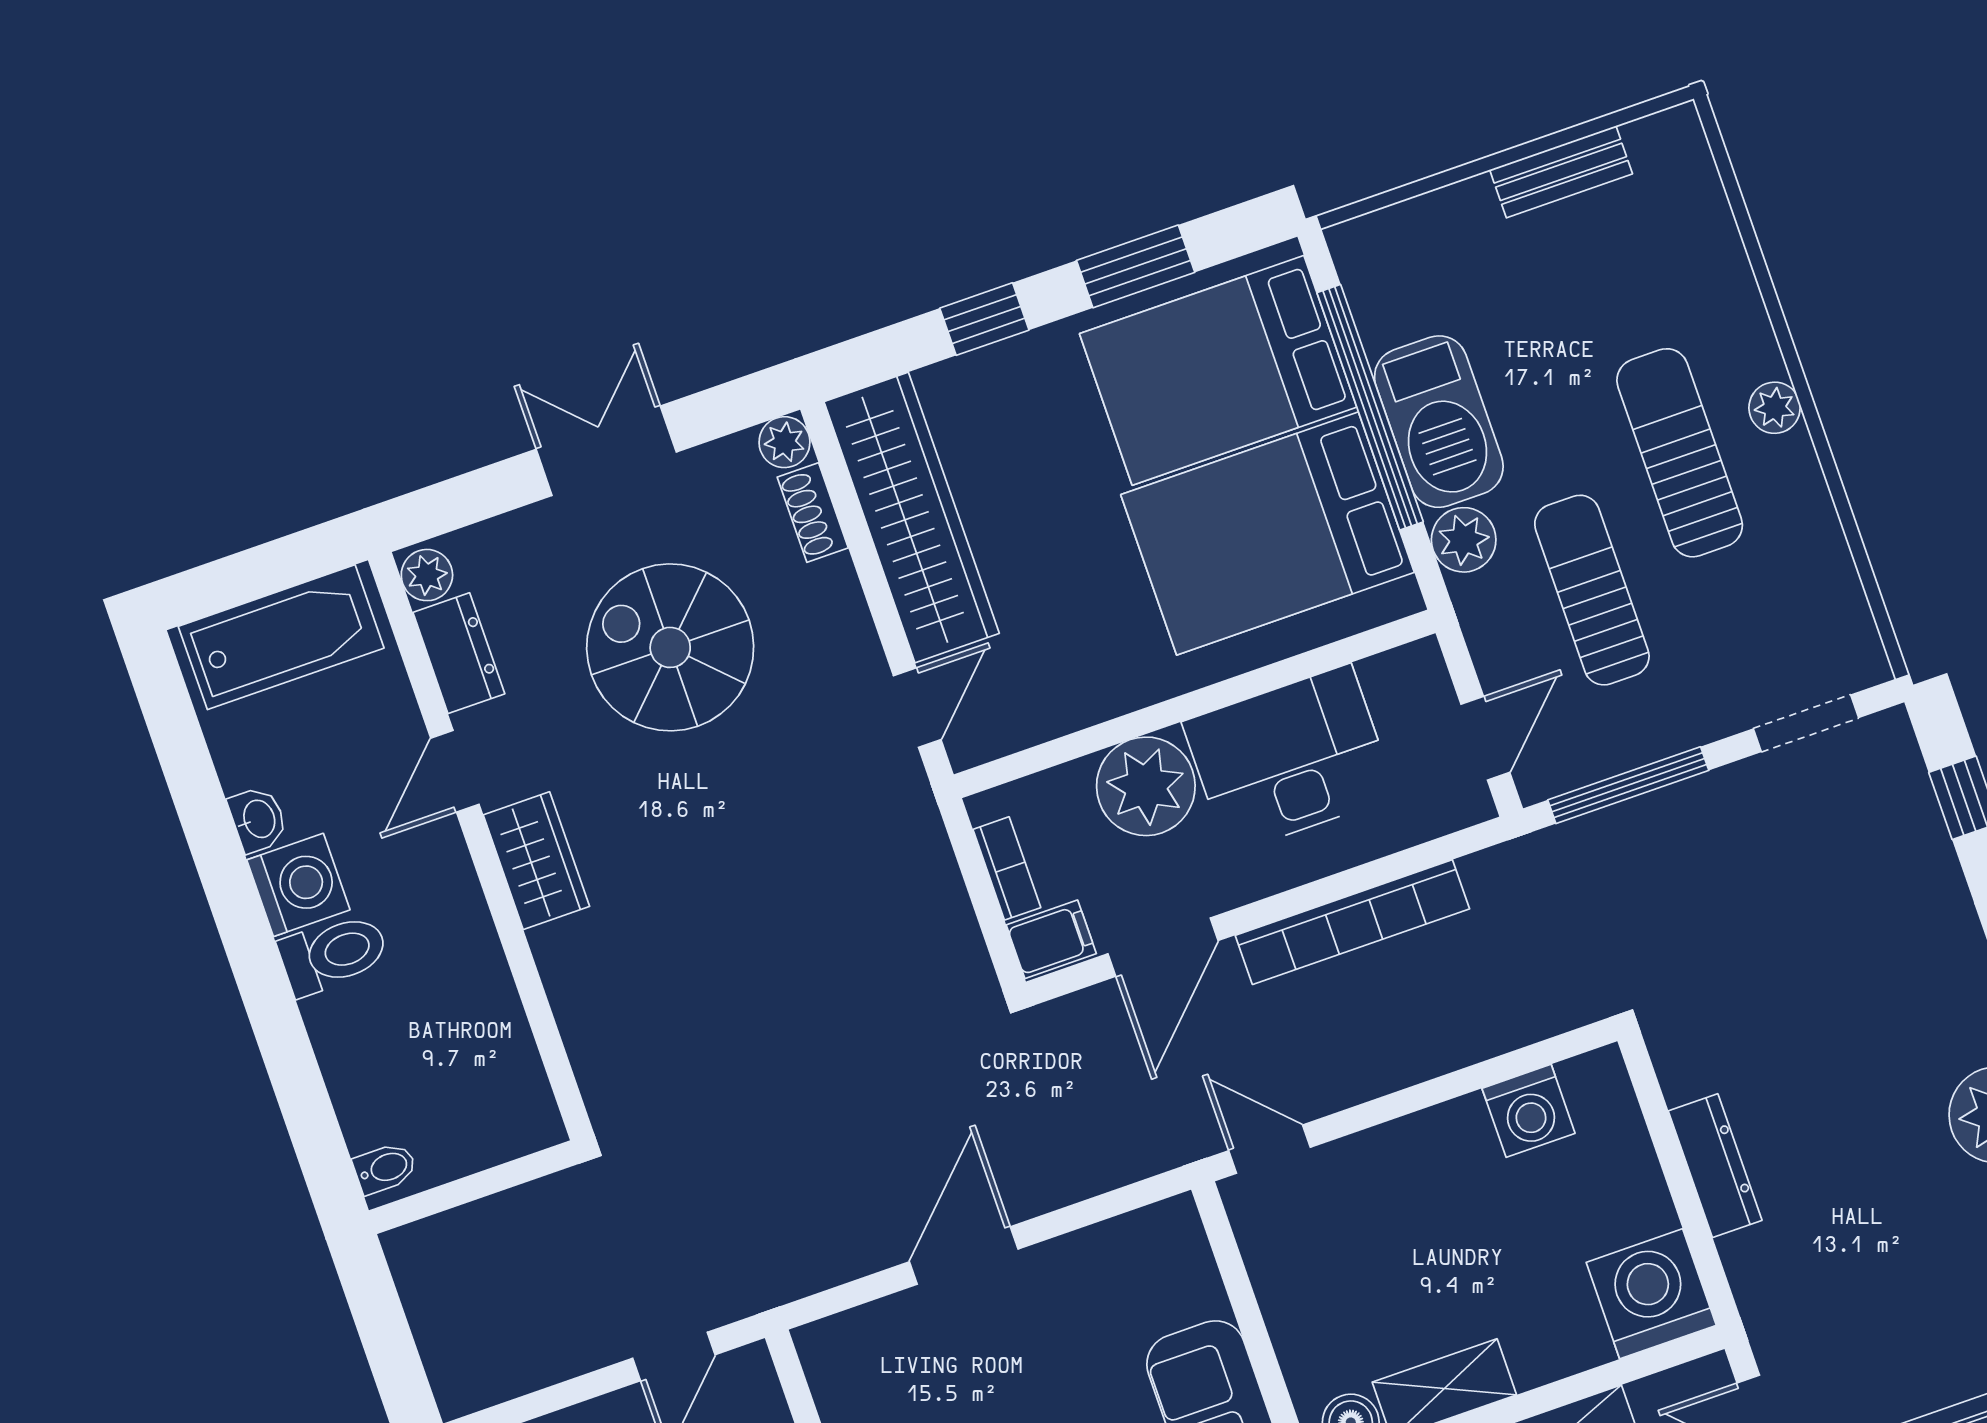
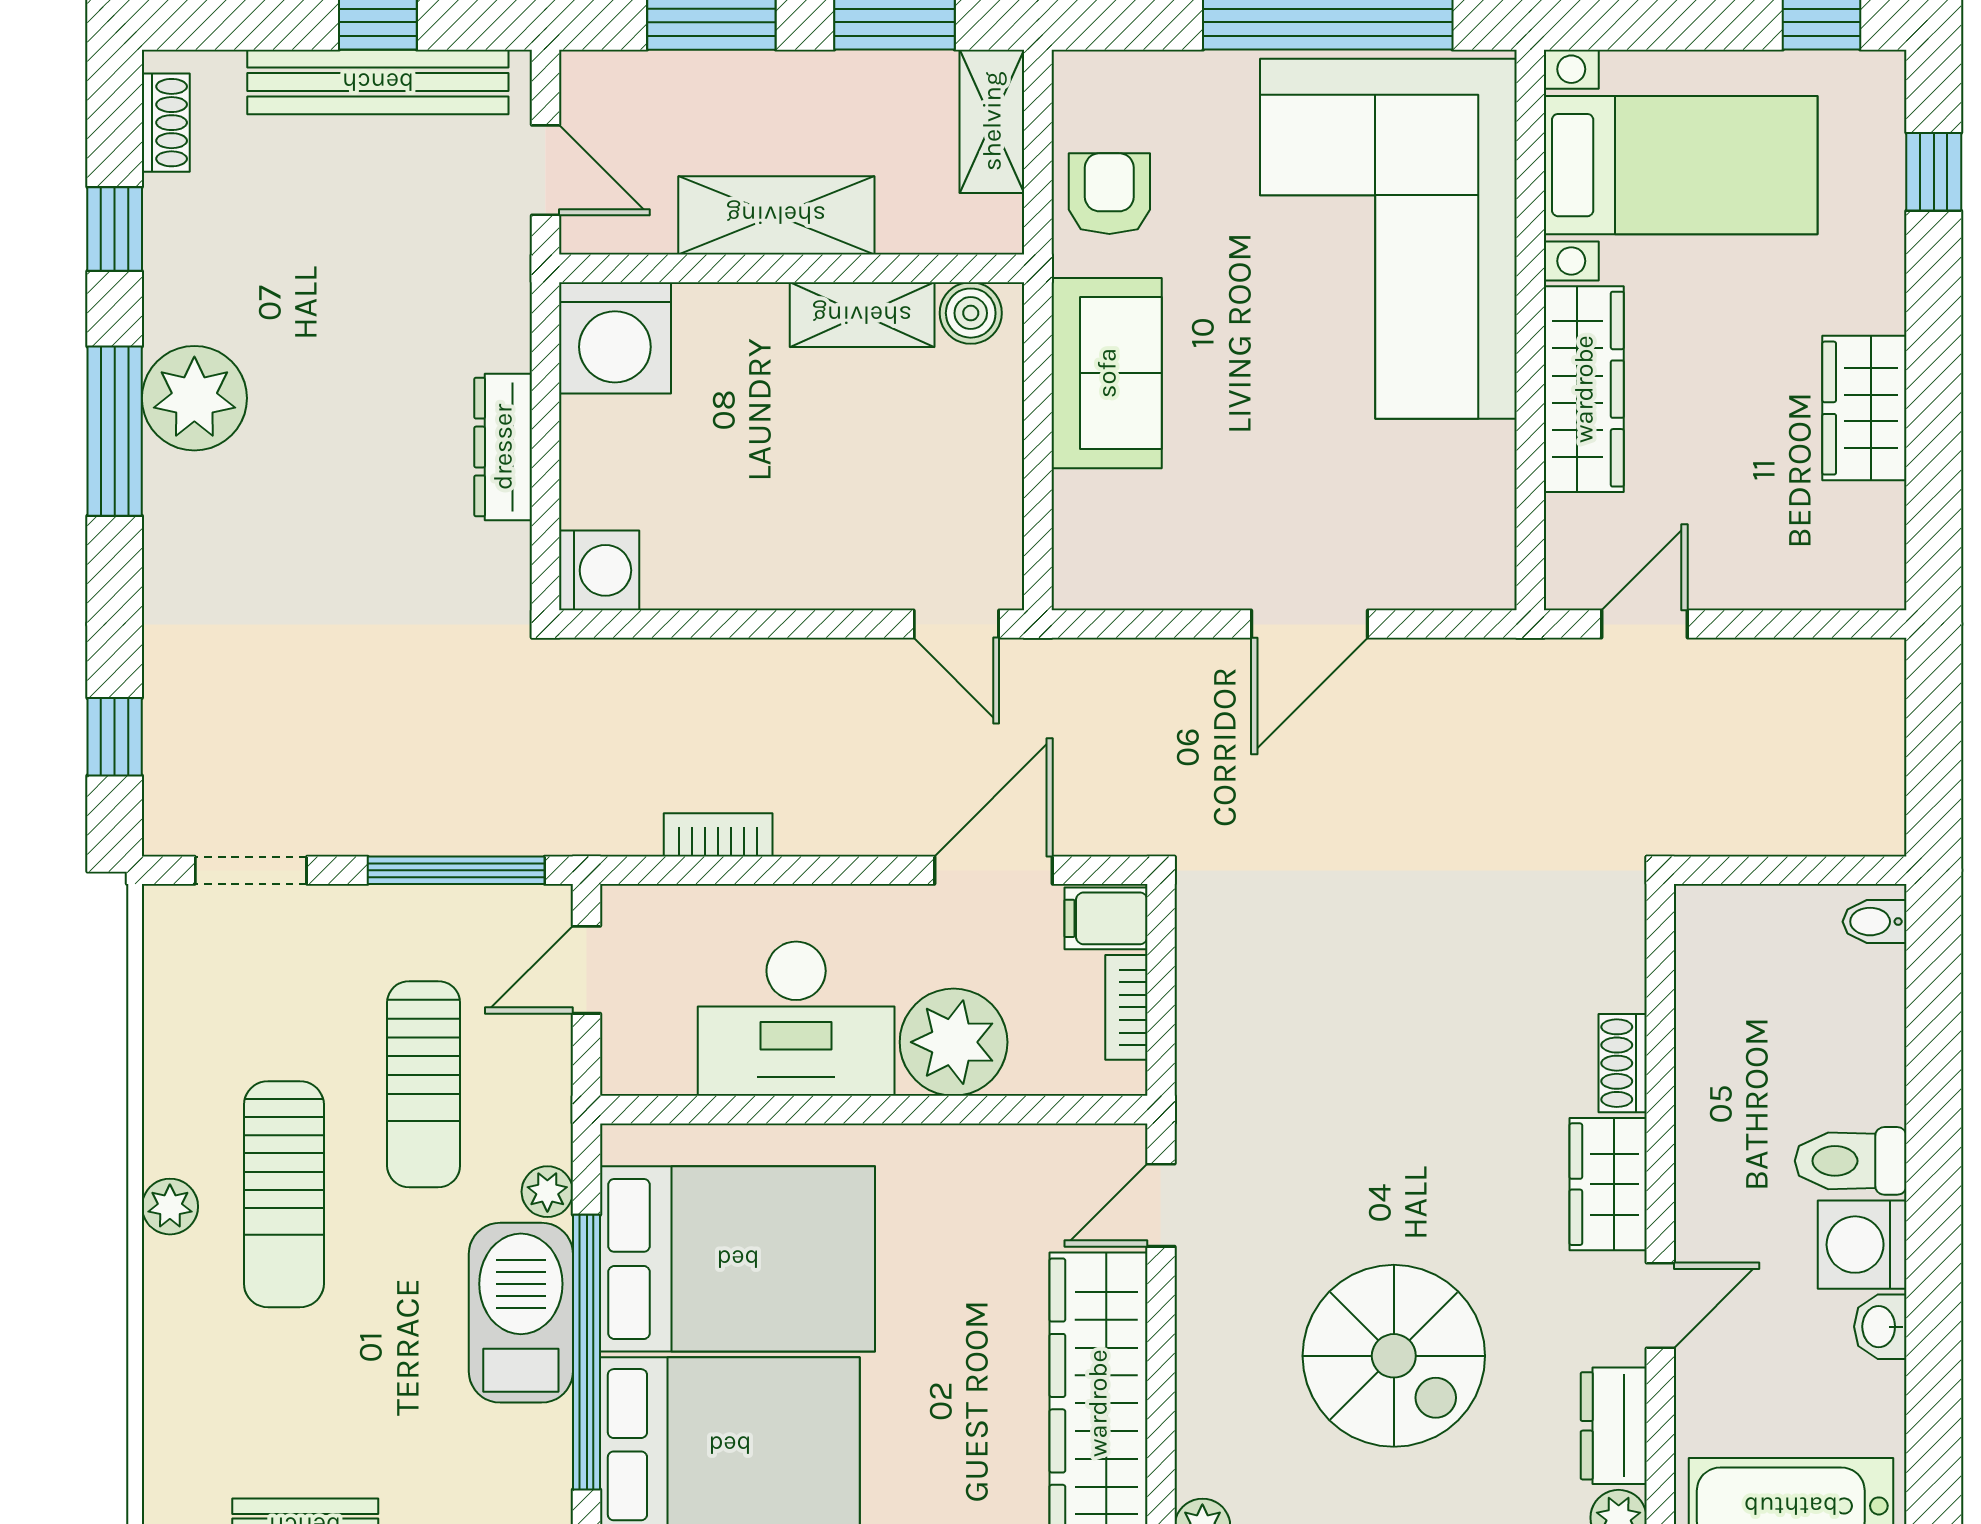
shoe rack: (813, 512) -> (1623, 1063), moved, turned 180
plant: (1464, 540) -> (547, 1192), width x0.73, depth x0.73
bookcase: (1352, 922) -> (718, 835), width x0.43, depth x0.76
washing machine: (1529, 1111) -> (599, 570), moved, turned 90

